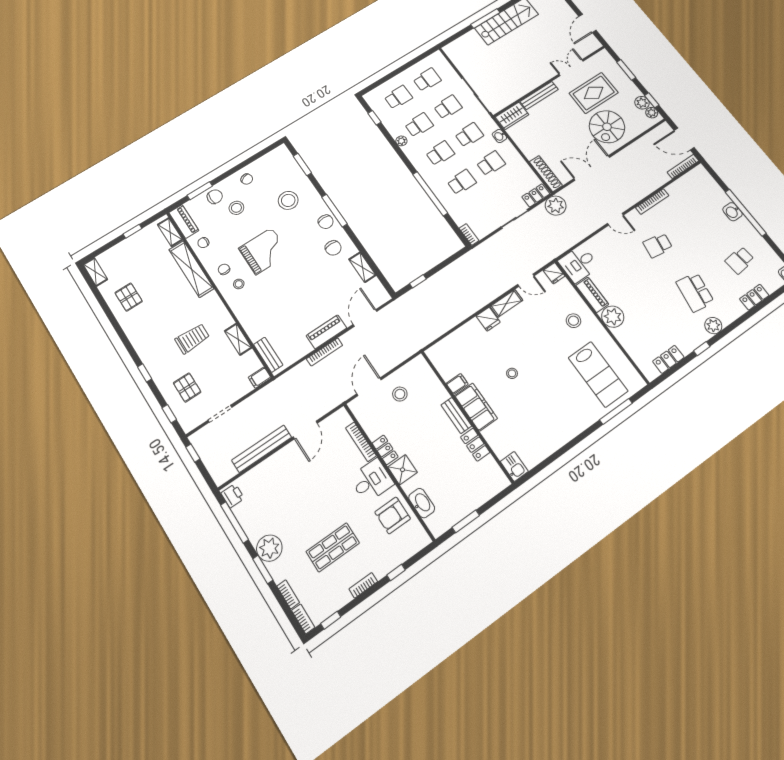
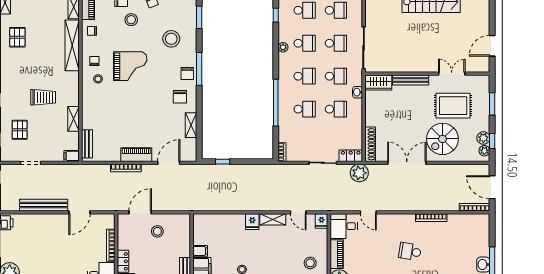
door: (615, 219) -> (368, 212), moved

